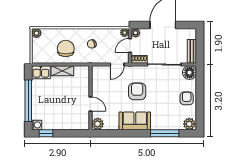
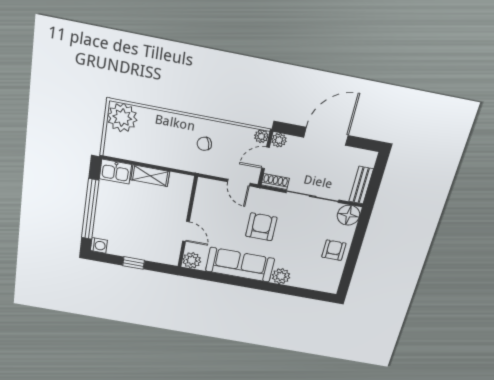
plant: (37, 33) -> (122, 118), width x1.87, depth x1.87
chair: (66, 48) -> (161, 143), removed
door: (117, 64) -> (239, 183), hinge flipped
sofa: (135, 121) -> (240, 265), width x1.36
plant: (189, 124) -> (281, 276), moved
window: (46, 133) -> (134, 263), moved
window: (165, 133) -> (288, 290), removed

